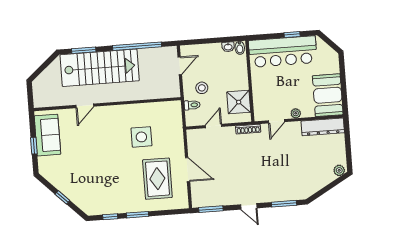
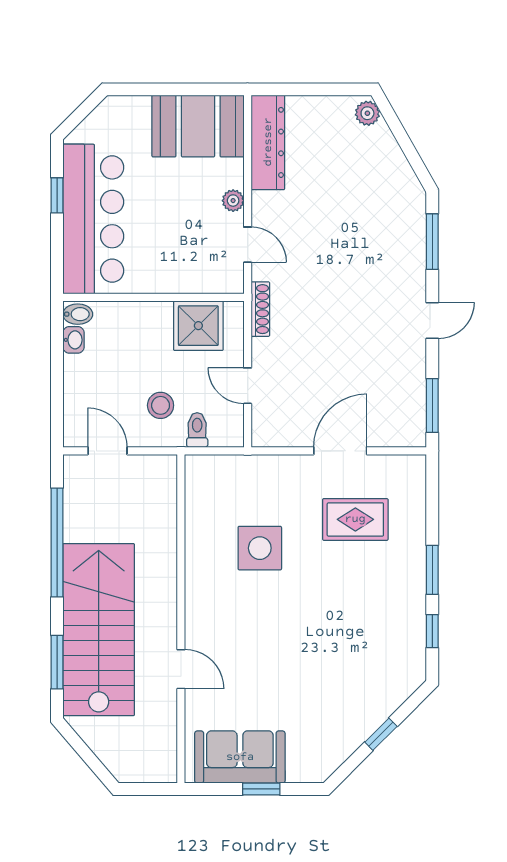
rug: (157, 179) -> (355, 519), width x0.73, depth x0.70

